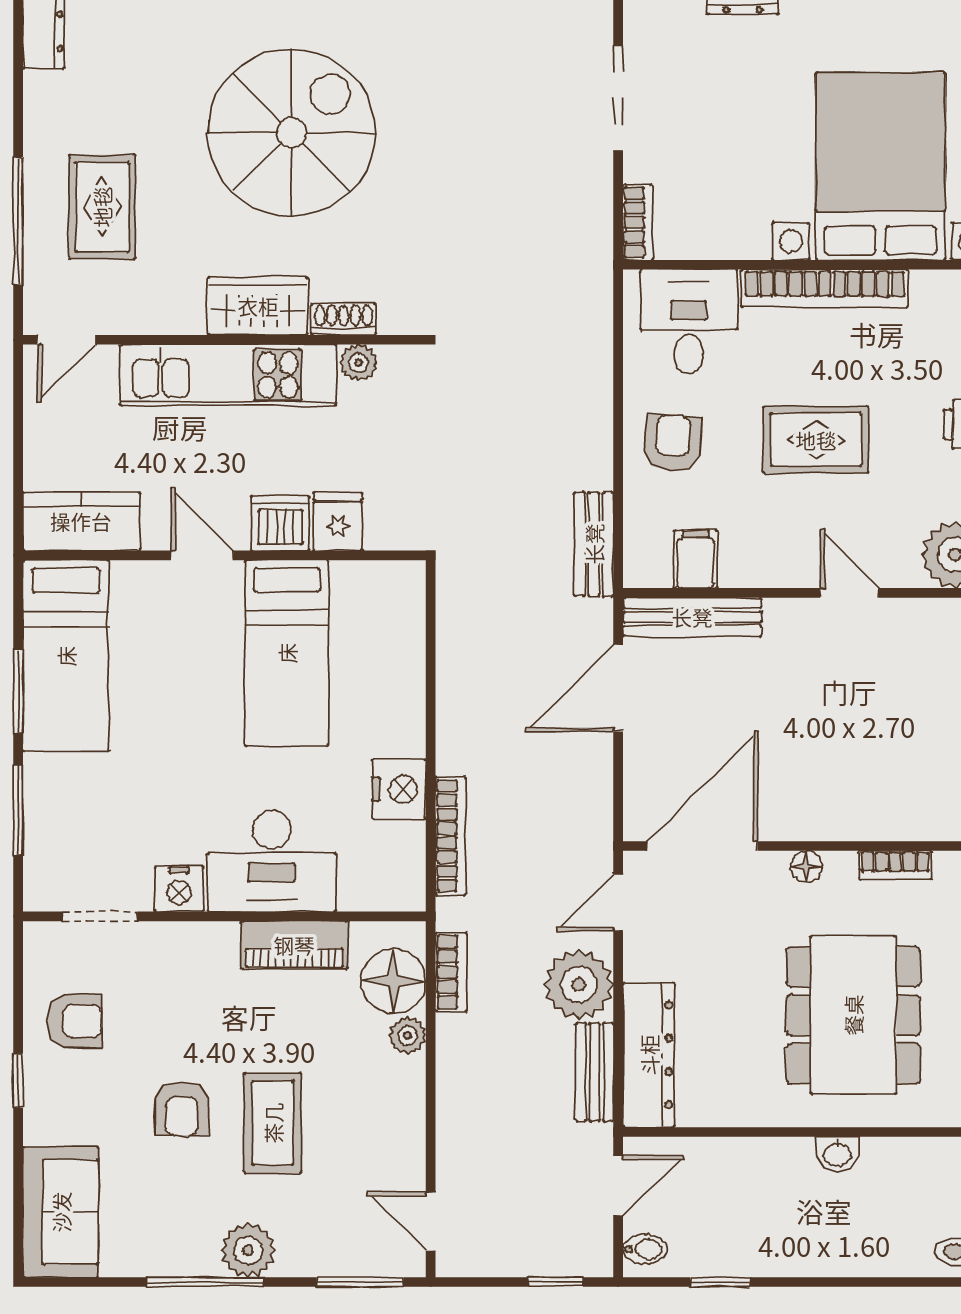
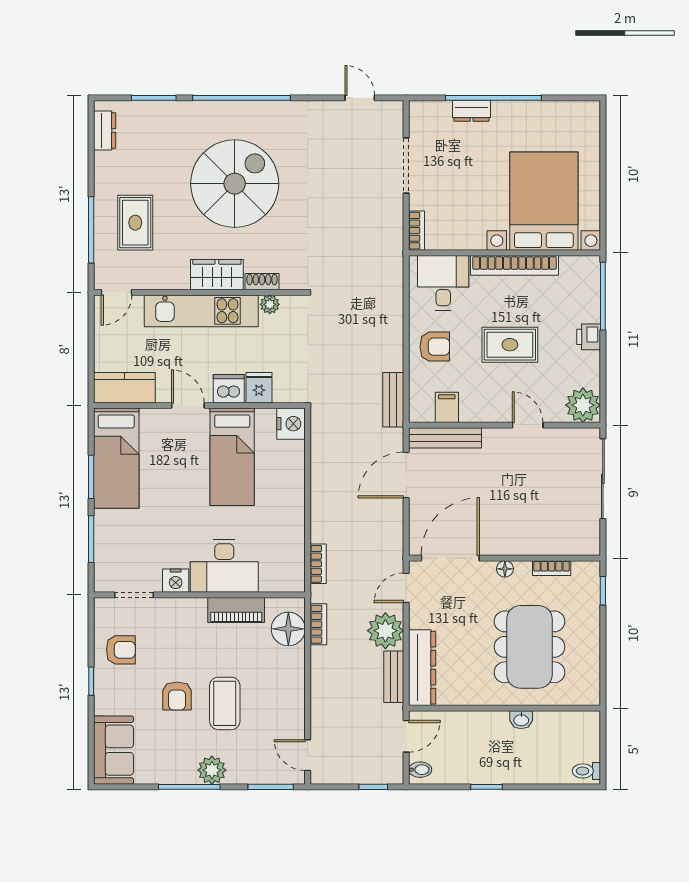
armchair: (673, 443) -> (435, 347), turned 86
nightstand: (399, 789) -> (291, 424), moved
bookcase: (450, 836) -> (318, 564), width x0.64
plant: (408, 1035) -> (296, 657), removed
window: (720, 1282) -> (486, 787), moved

